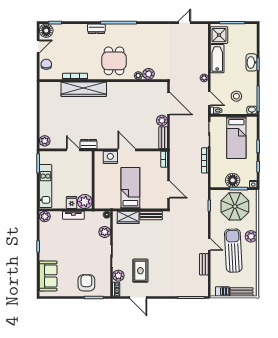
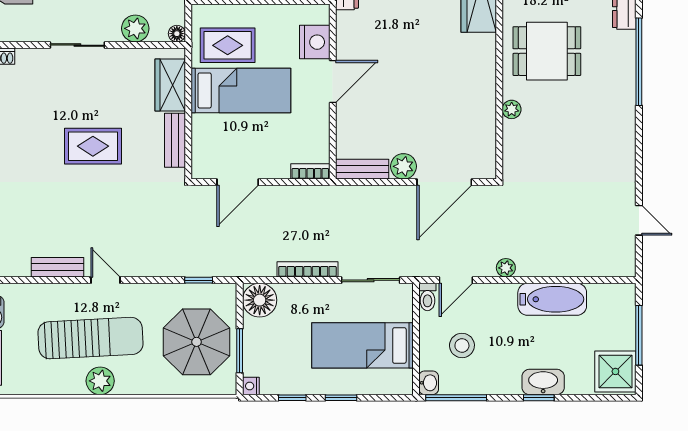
shower: (219, 35) -> (615, 371), moved
plant: (149, 74) -> (516, 134), removed
floor lamp: (233, 180) -> (260, 300), moved
rug: (112, 194) -> (228, 45), added
plant: (251, 236) -> (100, 381), moved
door: (209, 244) -> (105, 280), swing flipped
rug: (140, 271) -> (93, 146), moved
plant: (118, 276) -> (30, 62), removed

